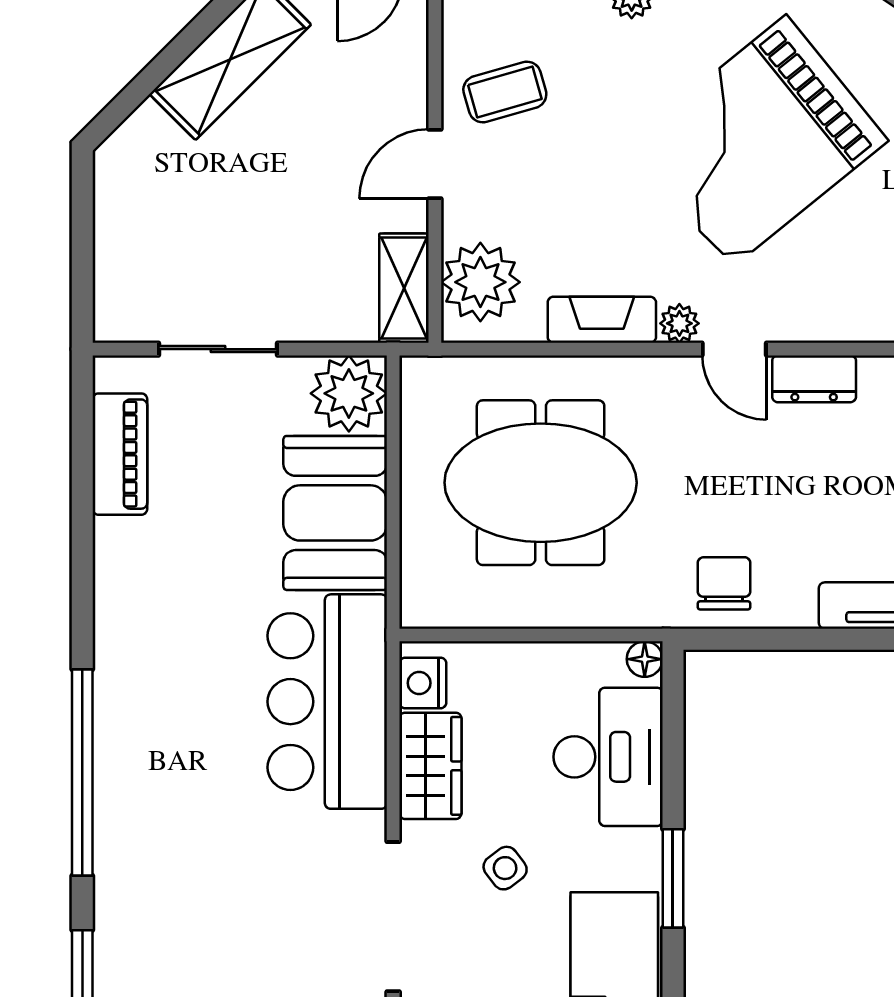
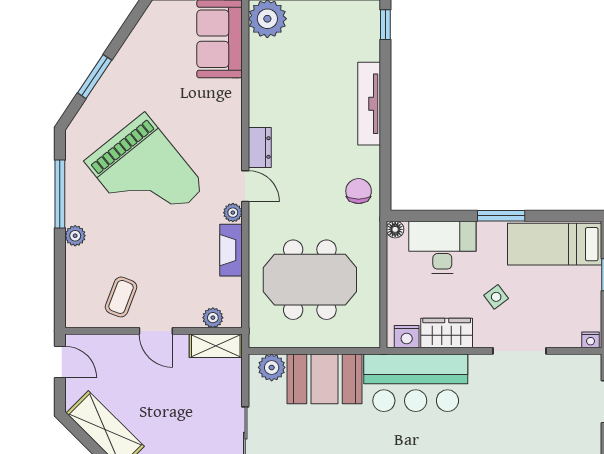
coffee table: (505, 92) -> (121, 297), turned 37
plant: (480, 282) -> (213, 318), width x0.53, depth x0.53
door: (734, 349) -> (245, 186), hinge flipped
plant: (349, 393) -> (272, 367), width x0.73, depth x0.73
meeting table: (541, 483) -> (310, 280), turned 90
chair: (724, 583) -> (359, 191), turned 90
doorway: (393, 917) -> (520, 351), width x0.73

